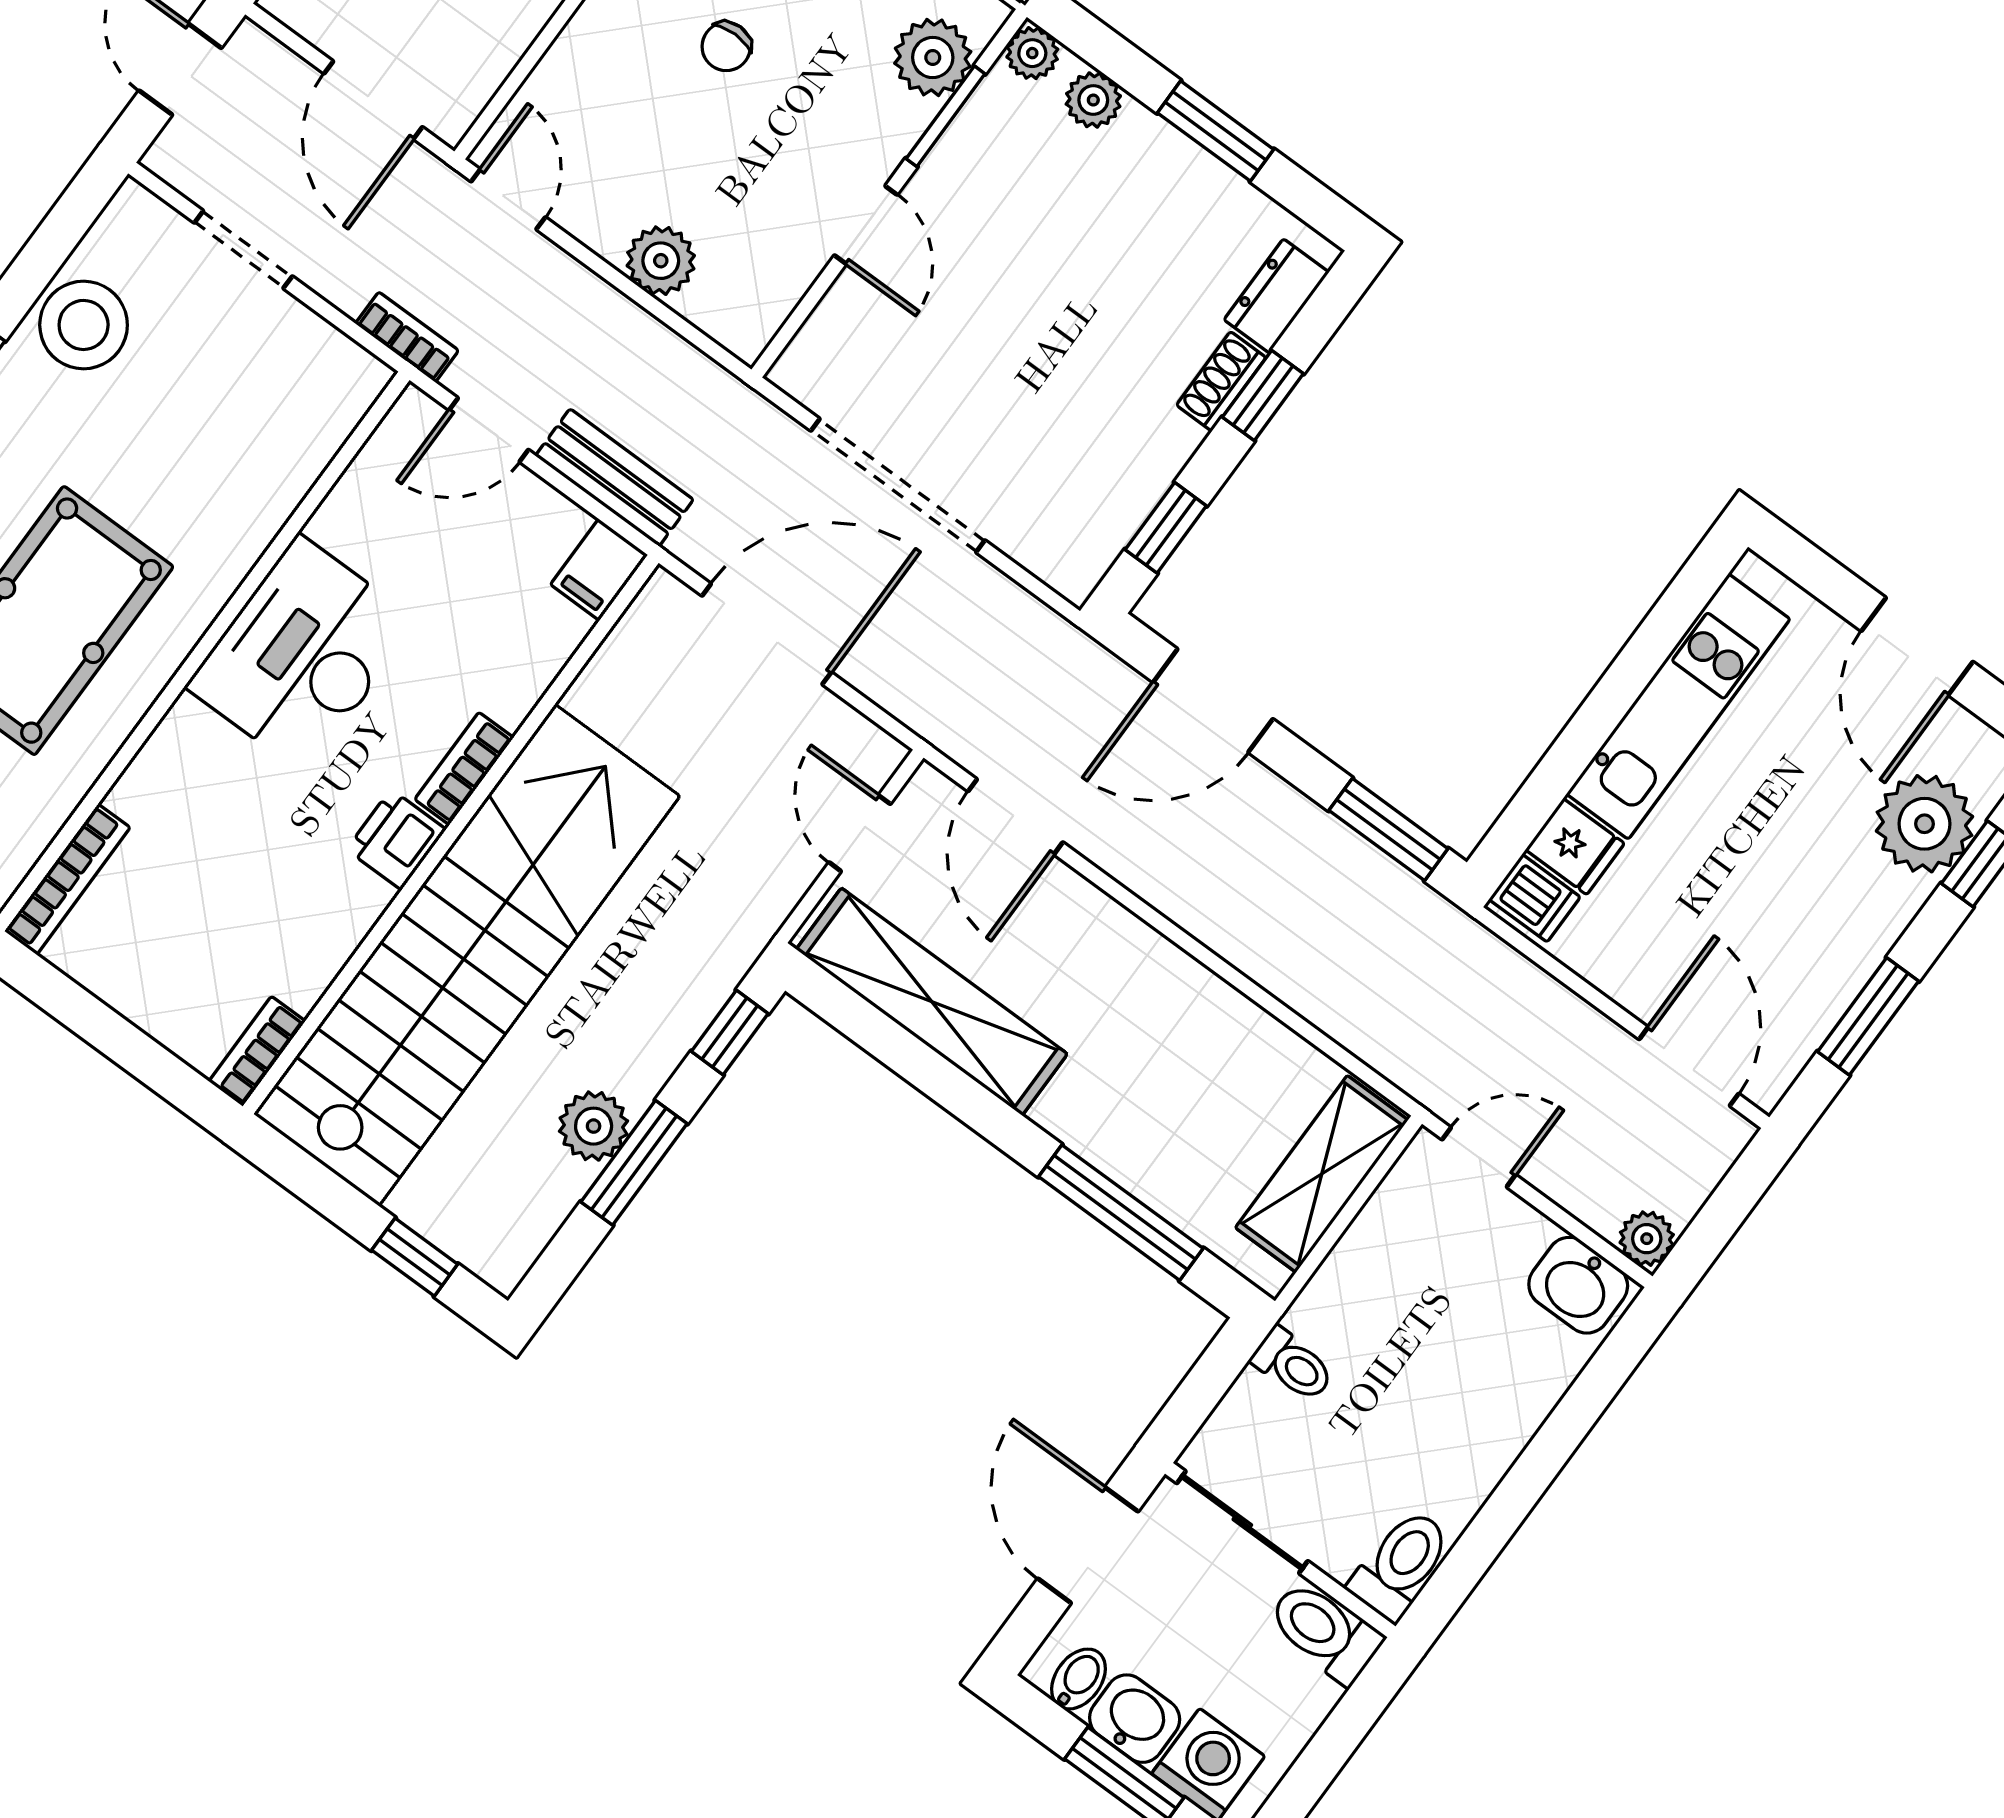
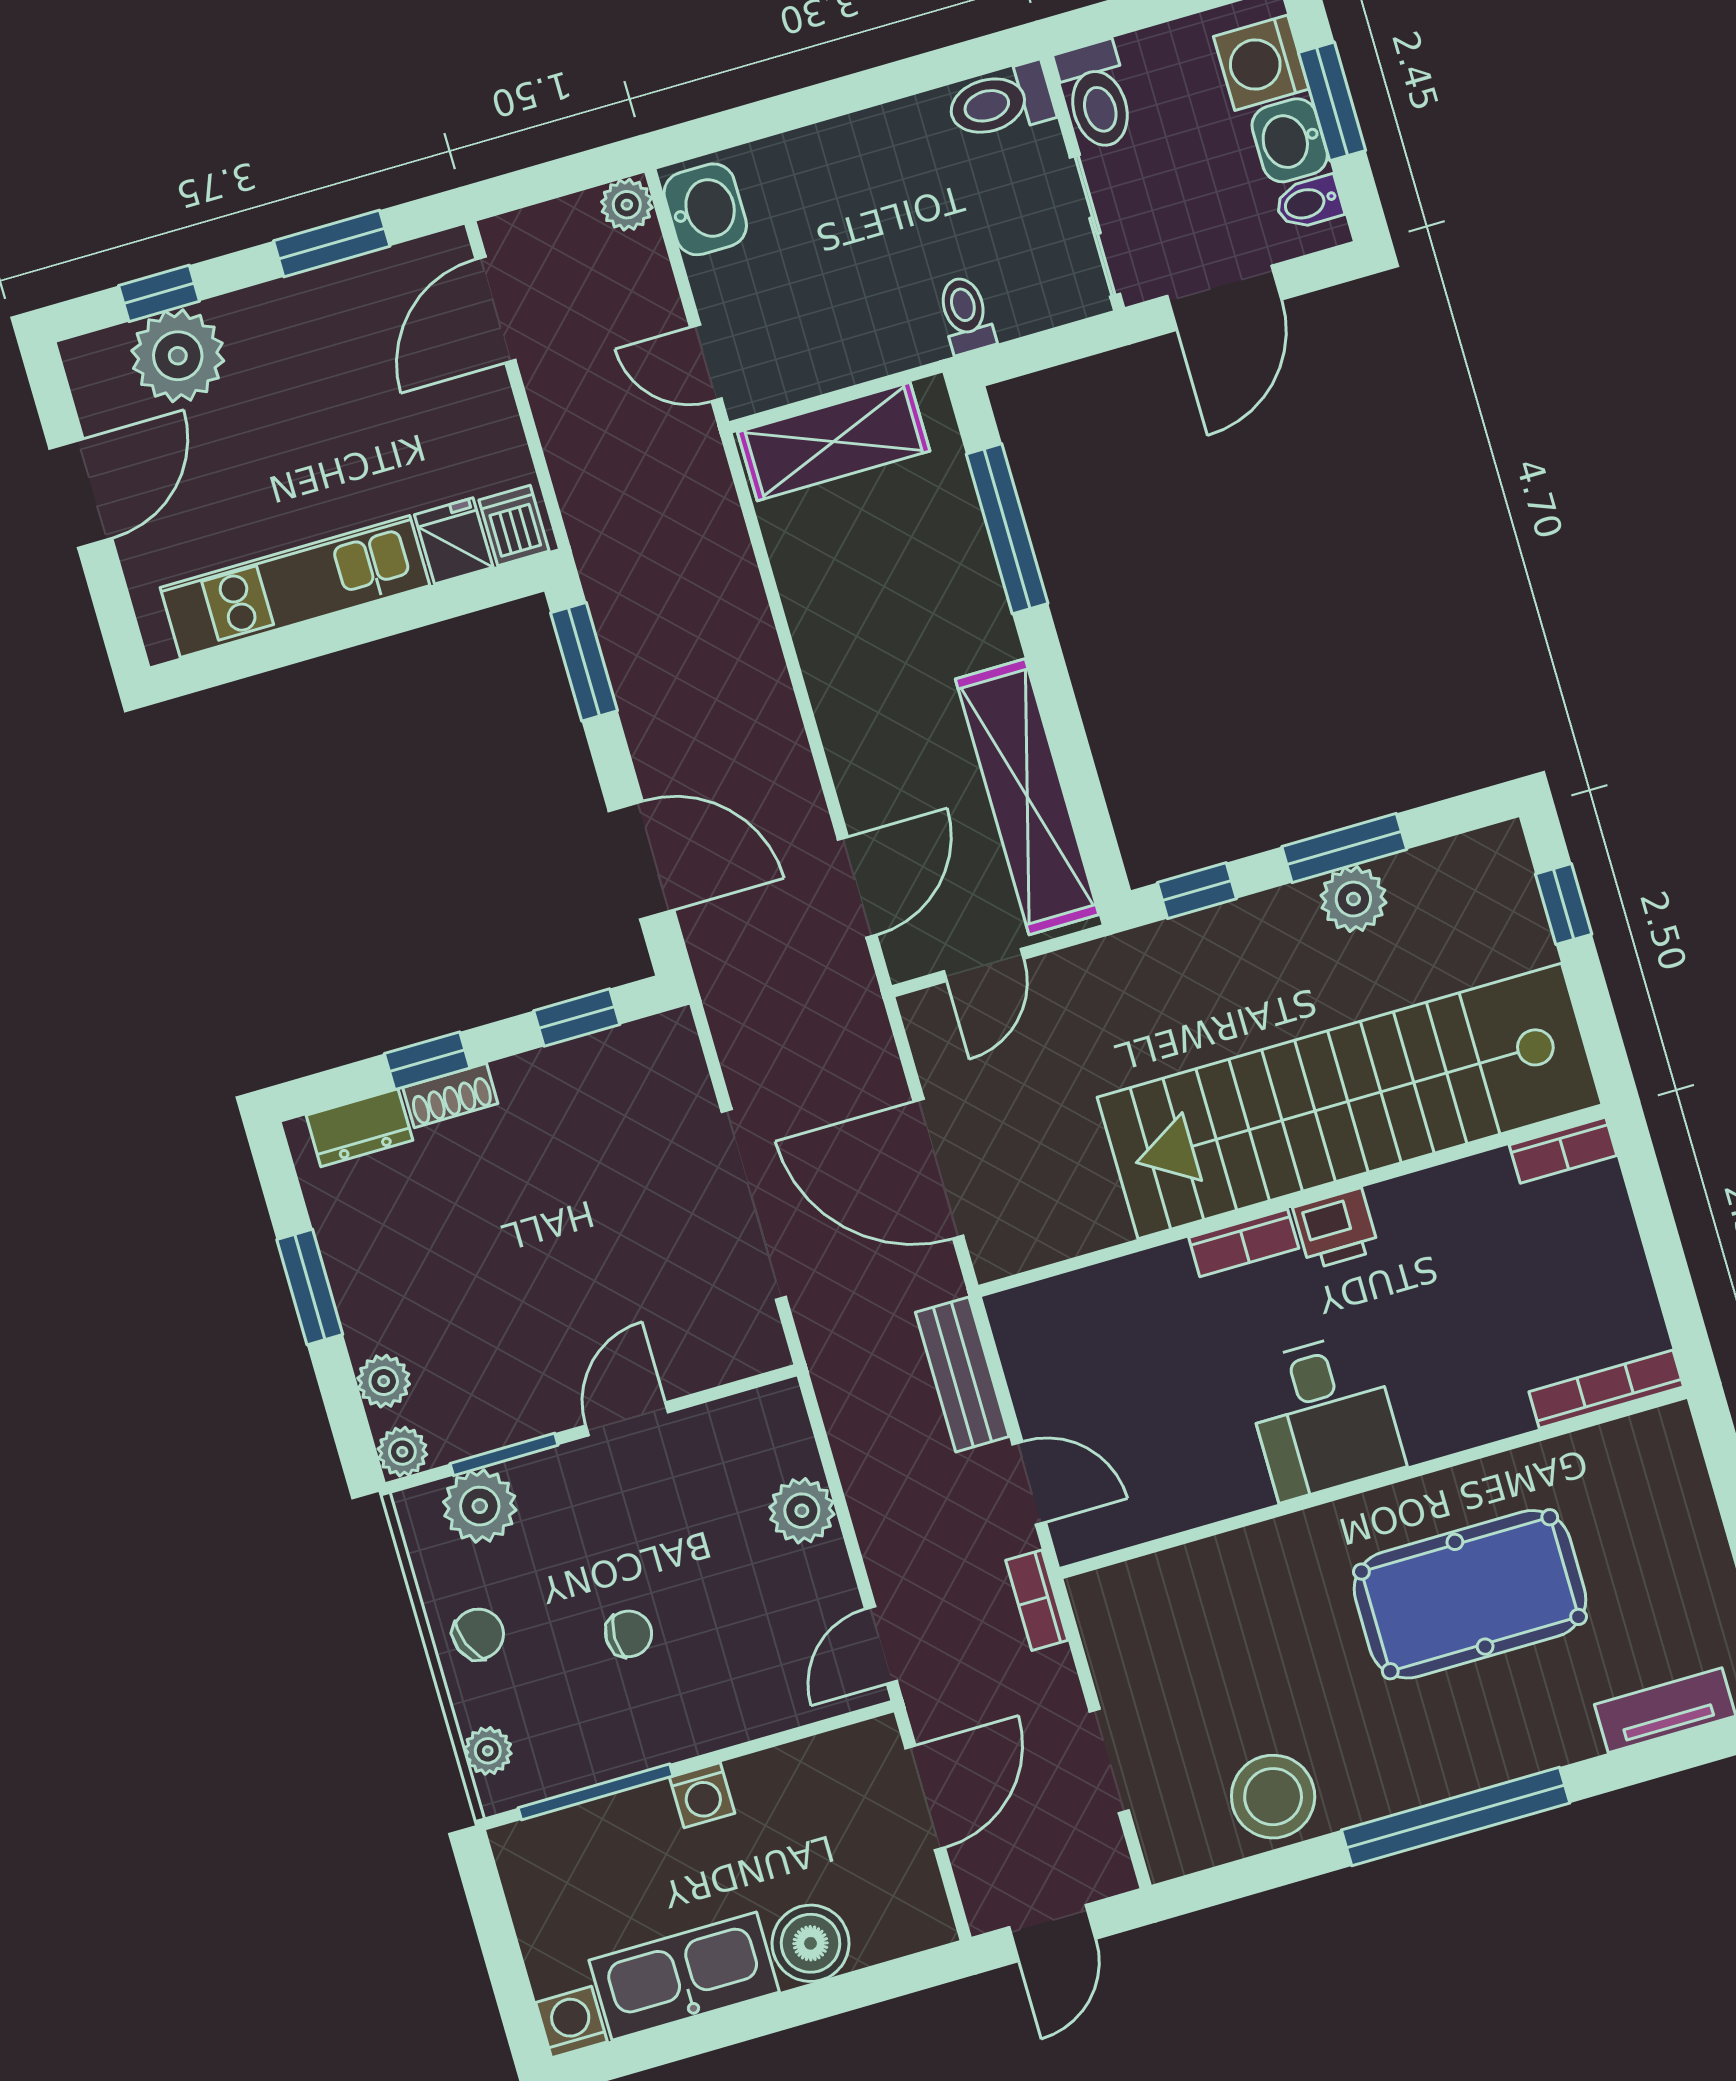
filing cabinet: (599, 570) -> (1027, 1314), removed
desk: (302, 654) -> (1323, 1416), width x0.73

